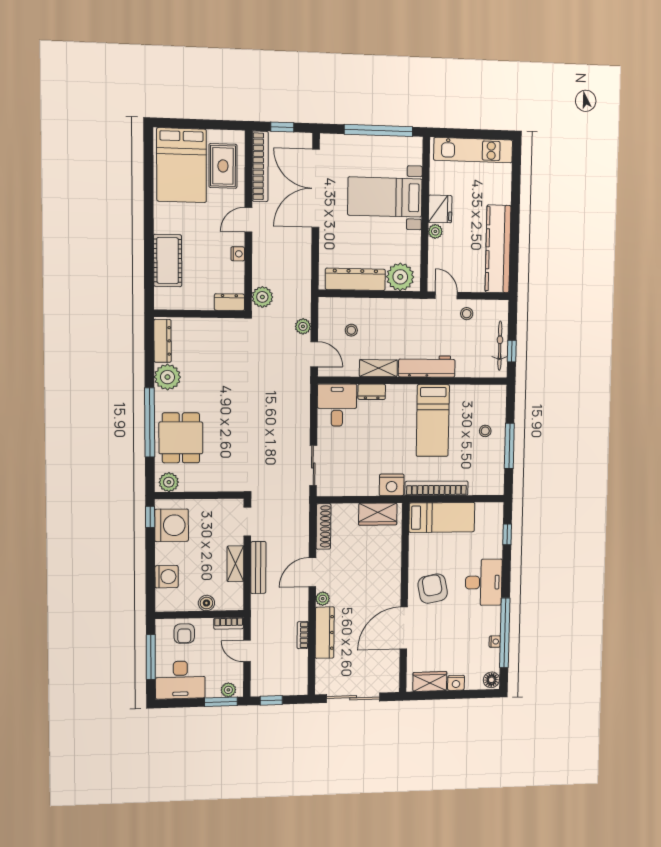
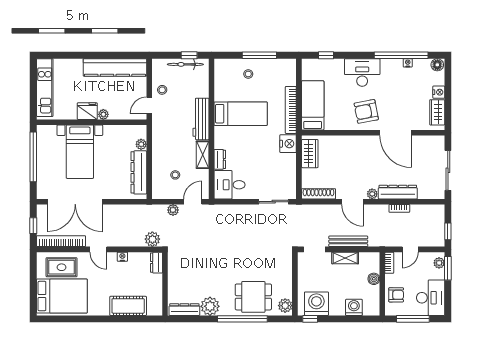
plant: (400, 277) -> (141, 144), width x0.53, depth x0.53

